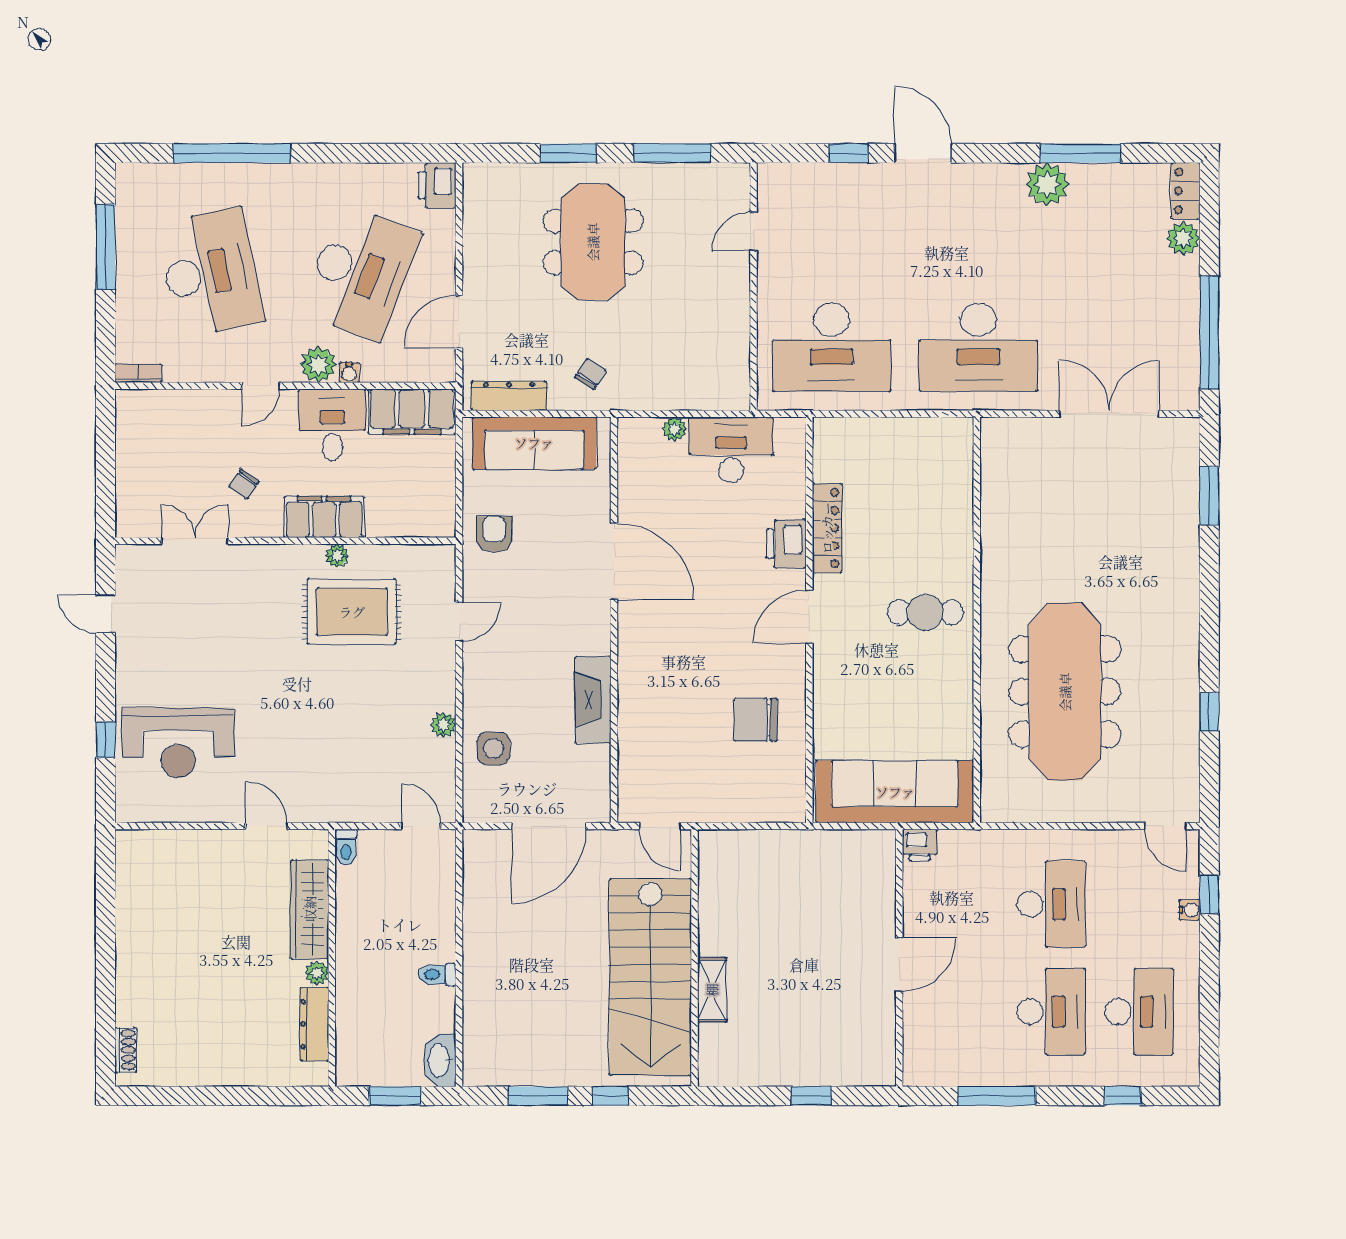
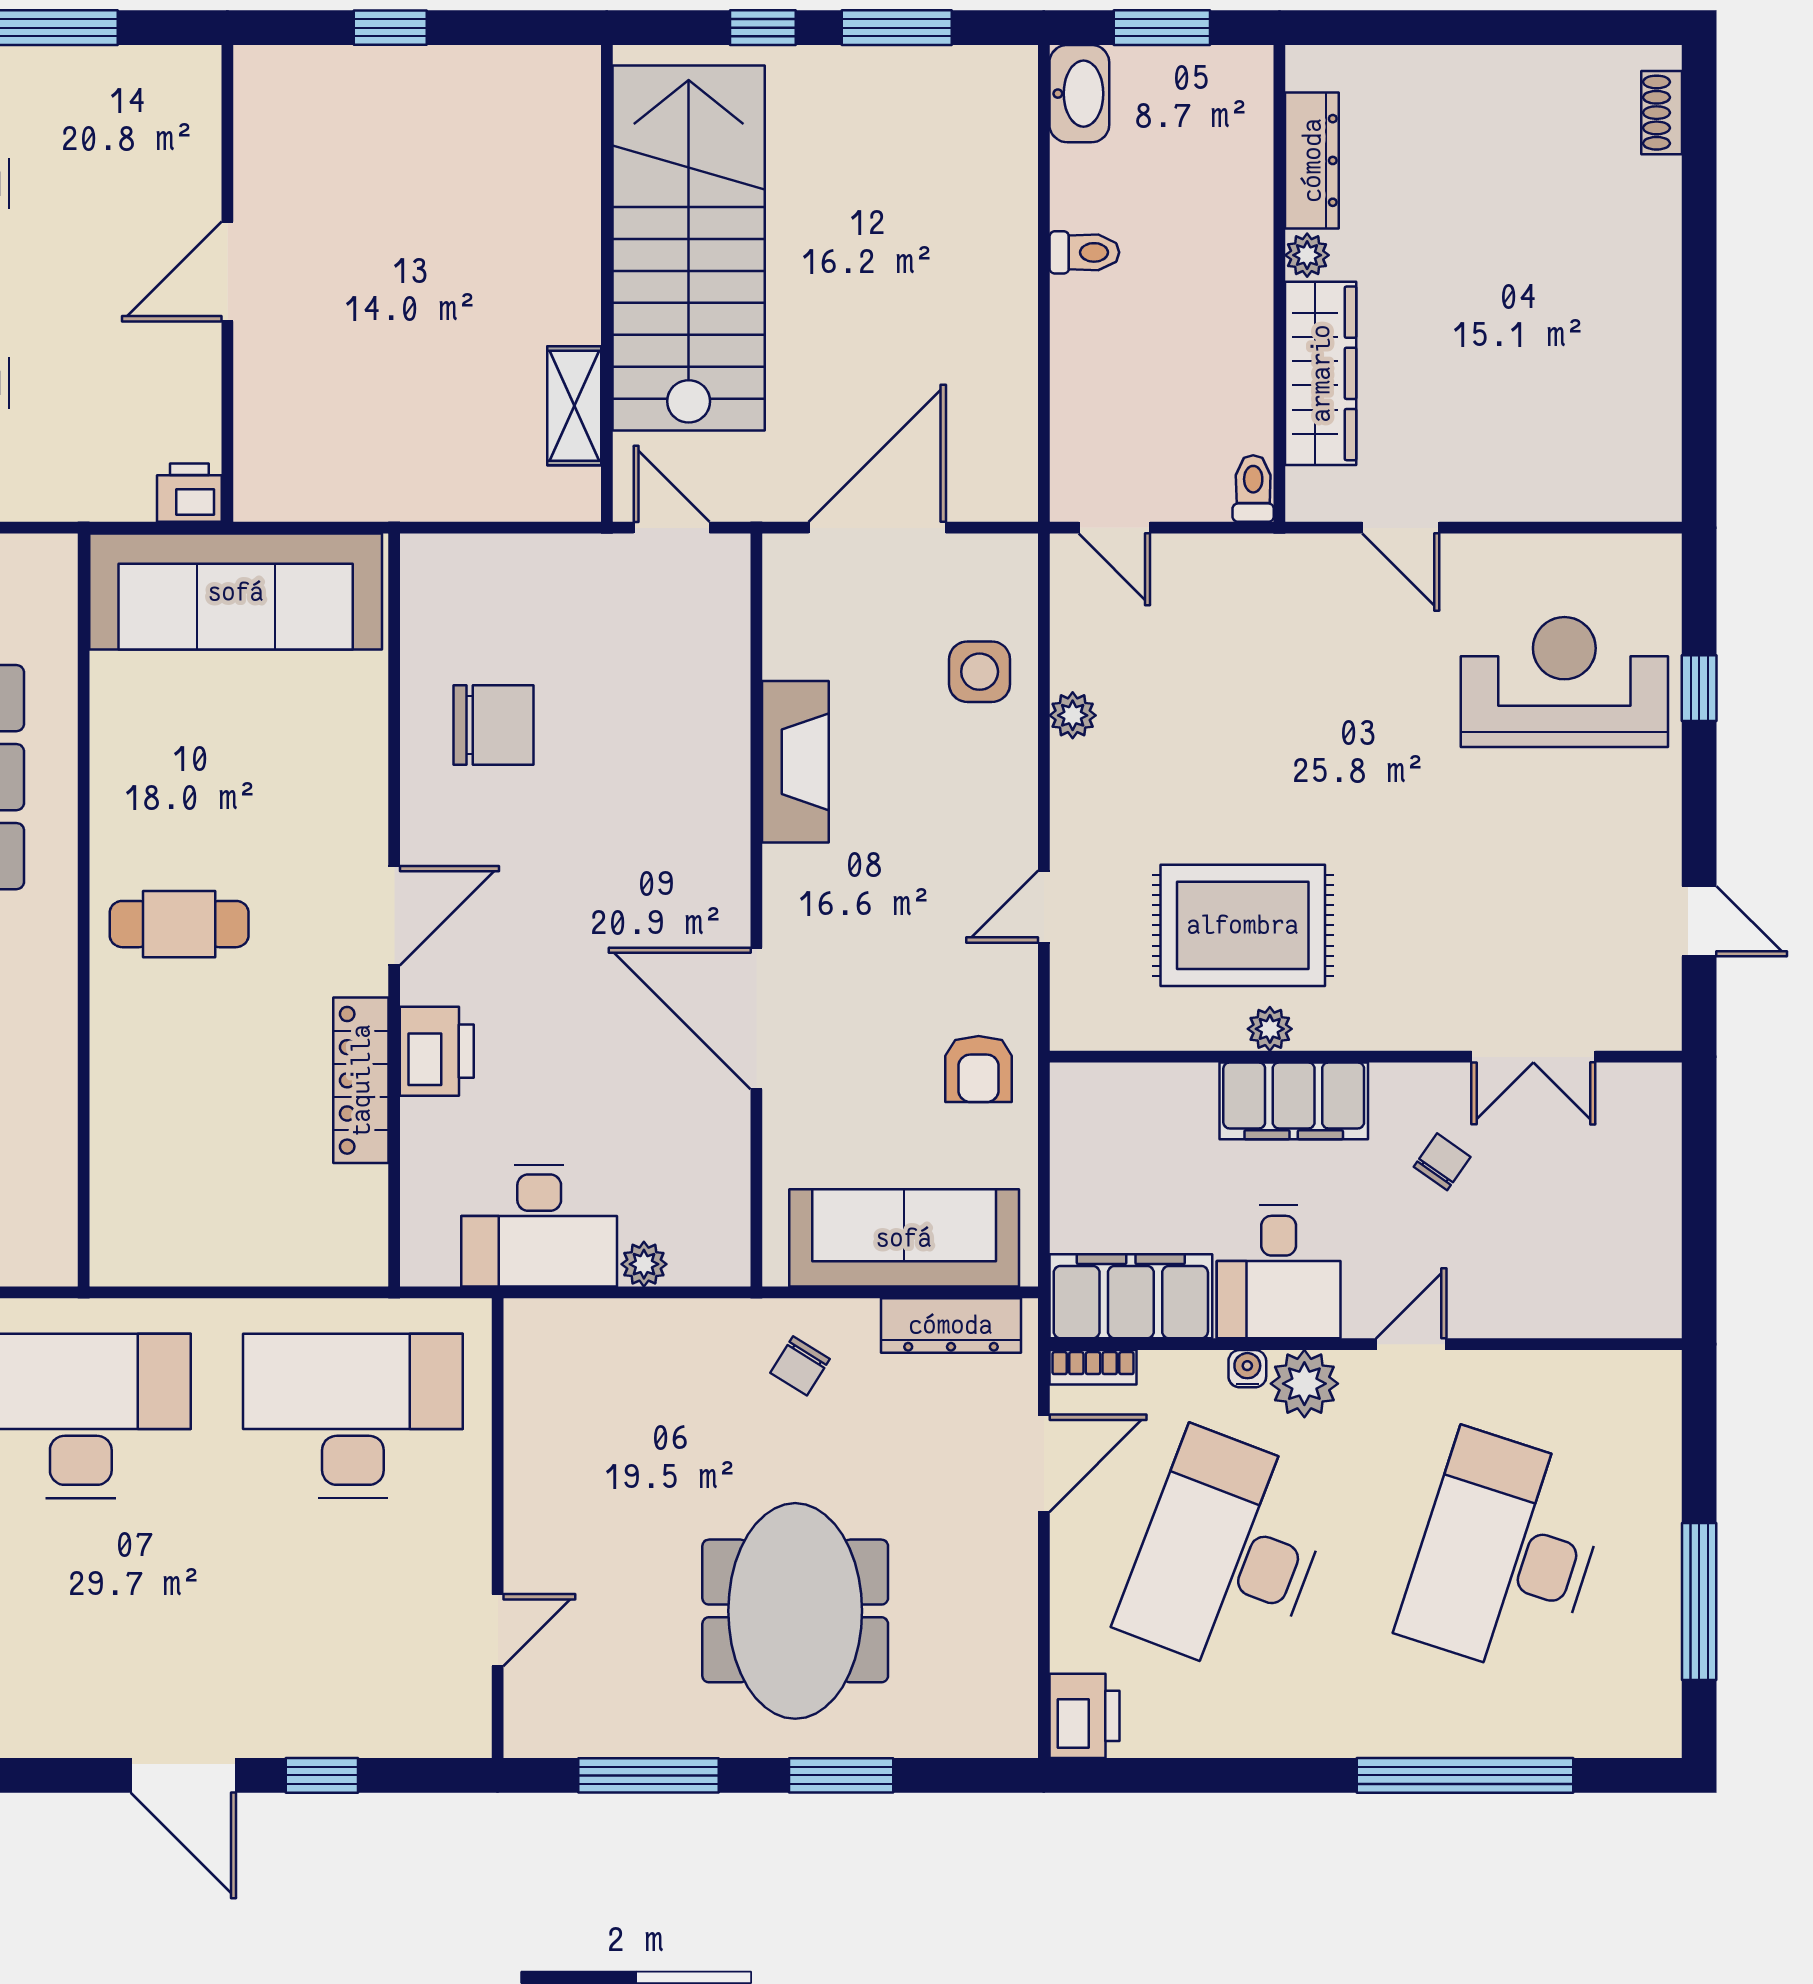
desk: (210, 273) -> (1505, 1554), turned 30
bookcase: (138, 373) -> (1093, 1367), moved
shelving: (712, 990) -> (574, 406), moved

